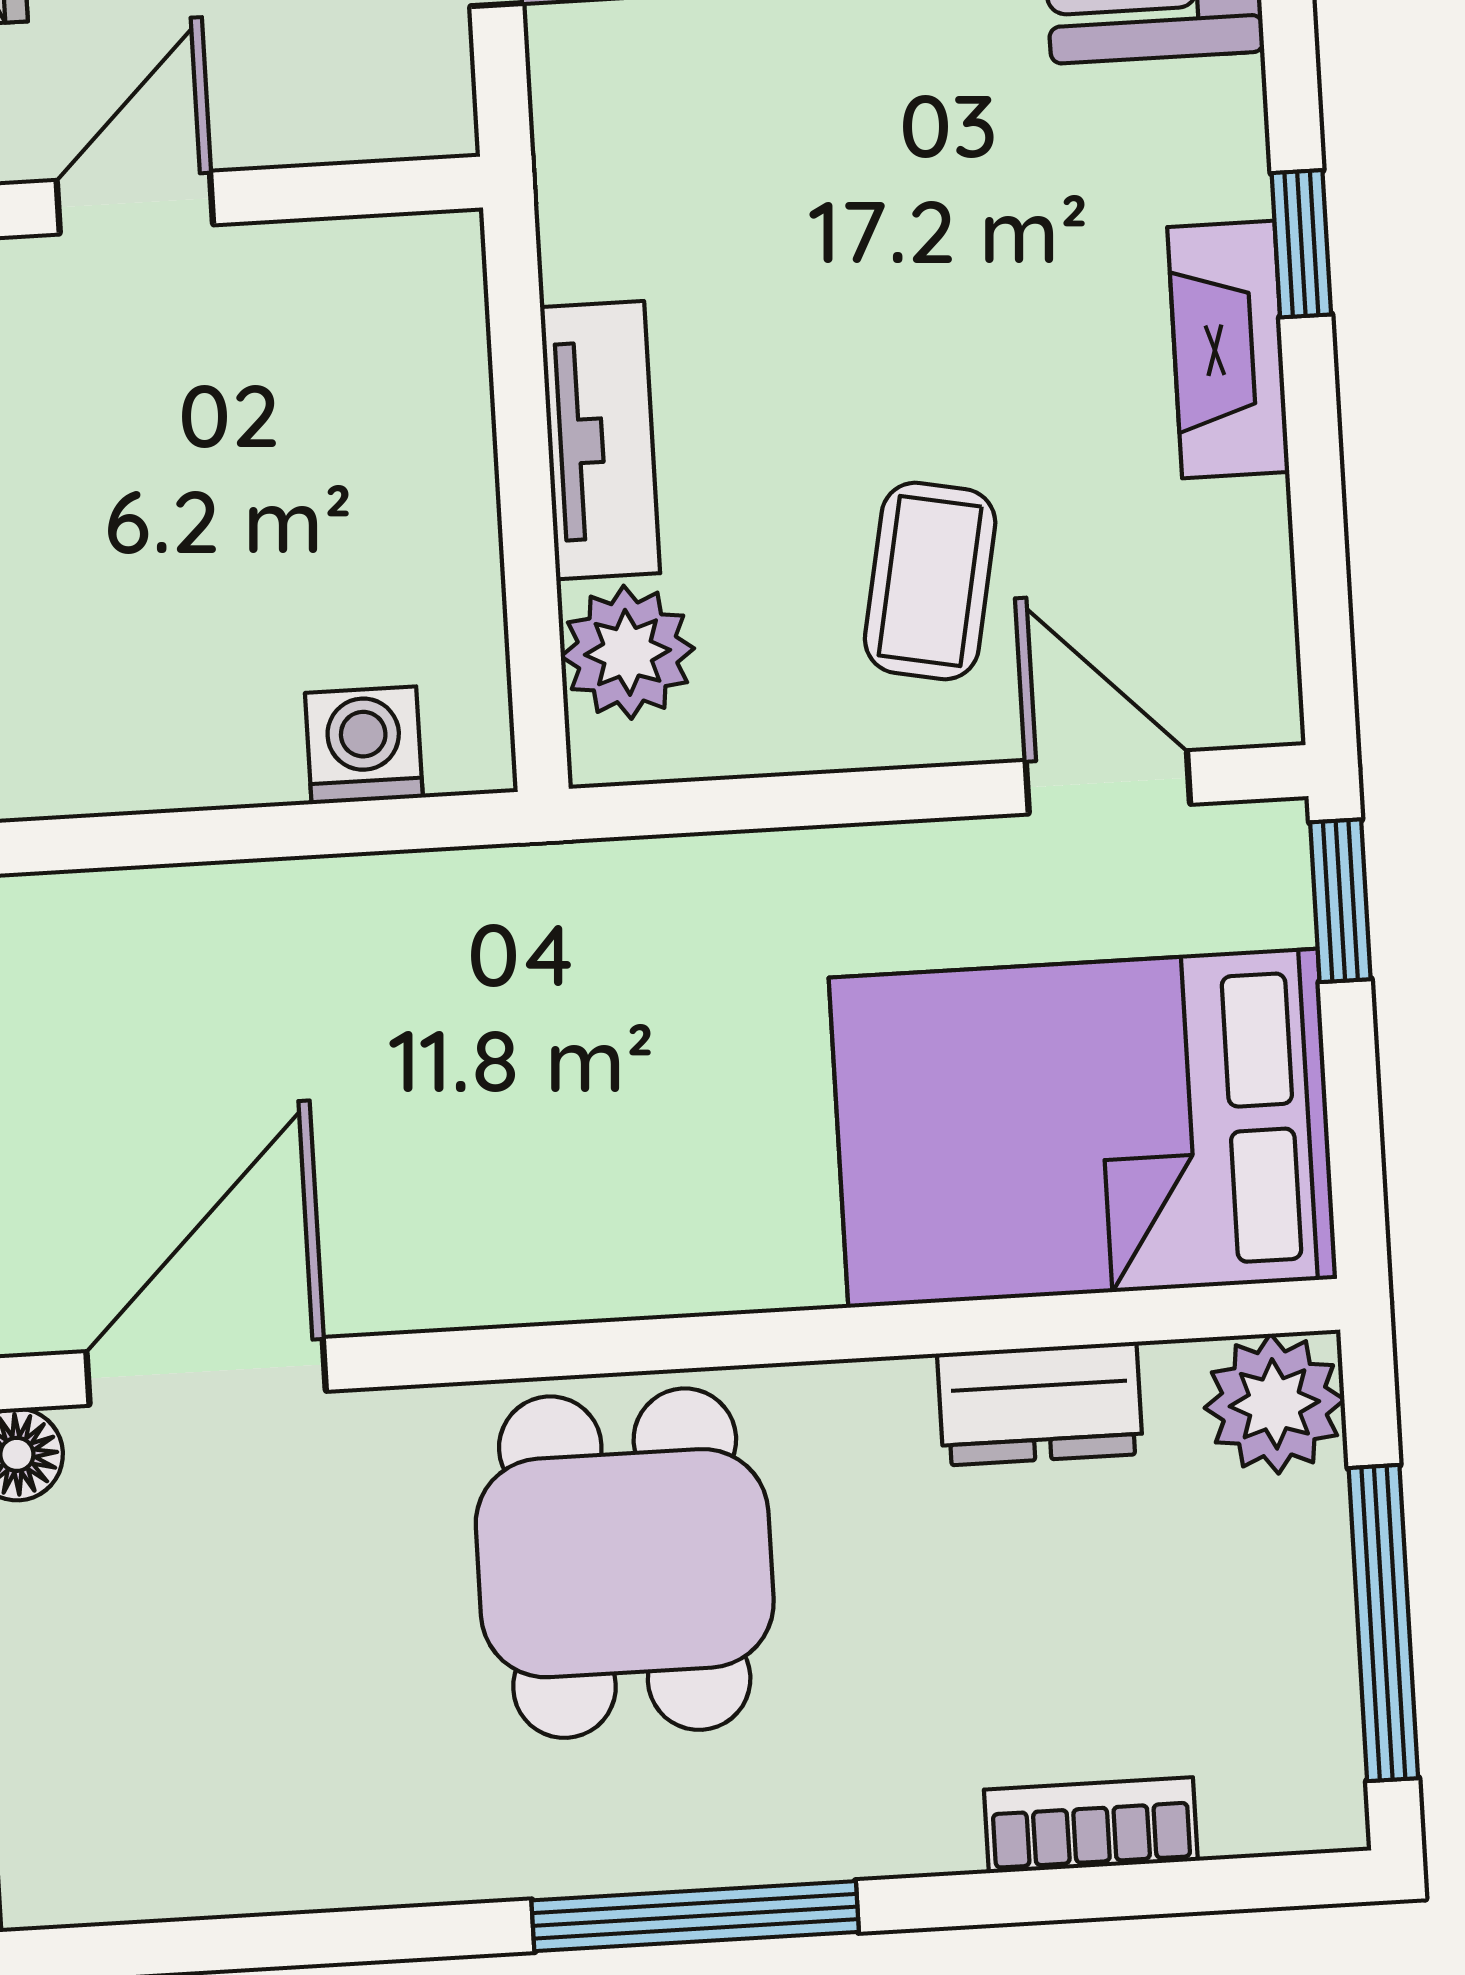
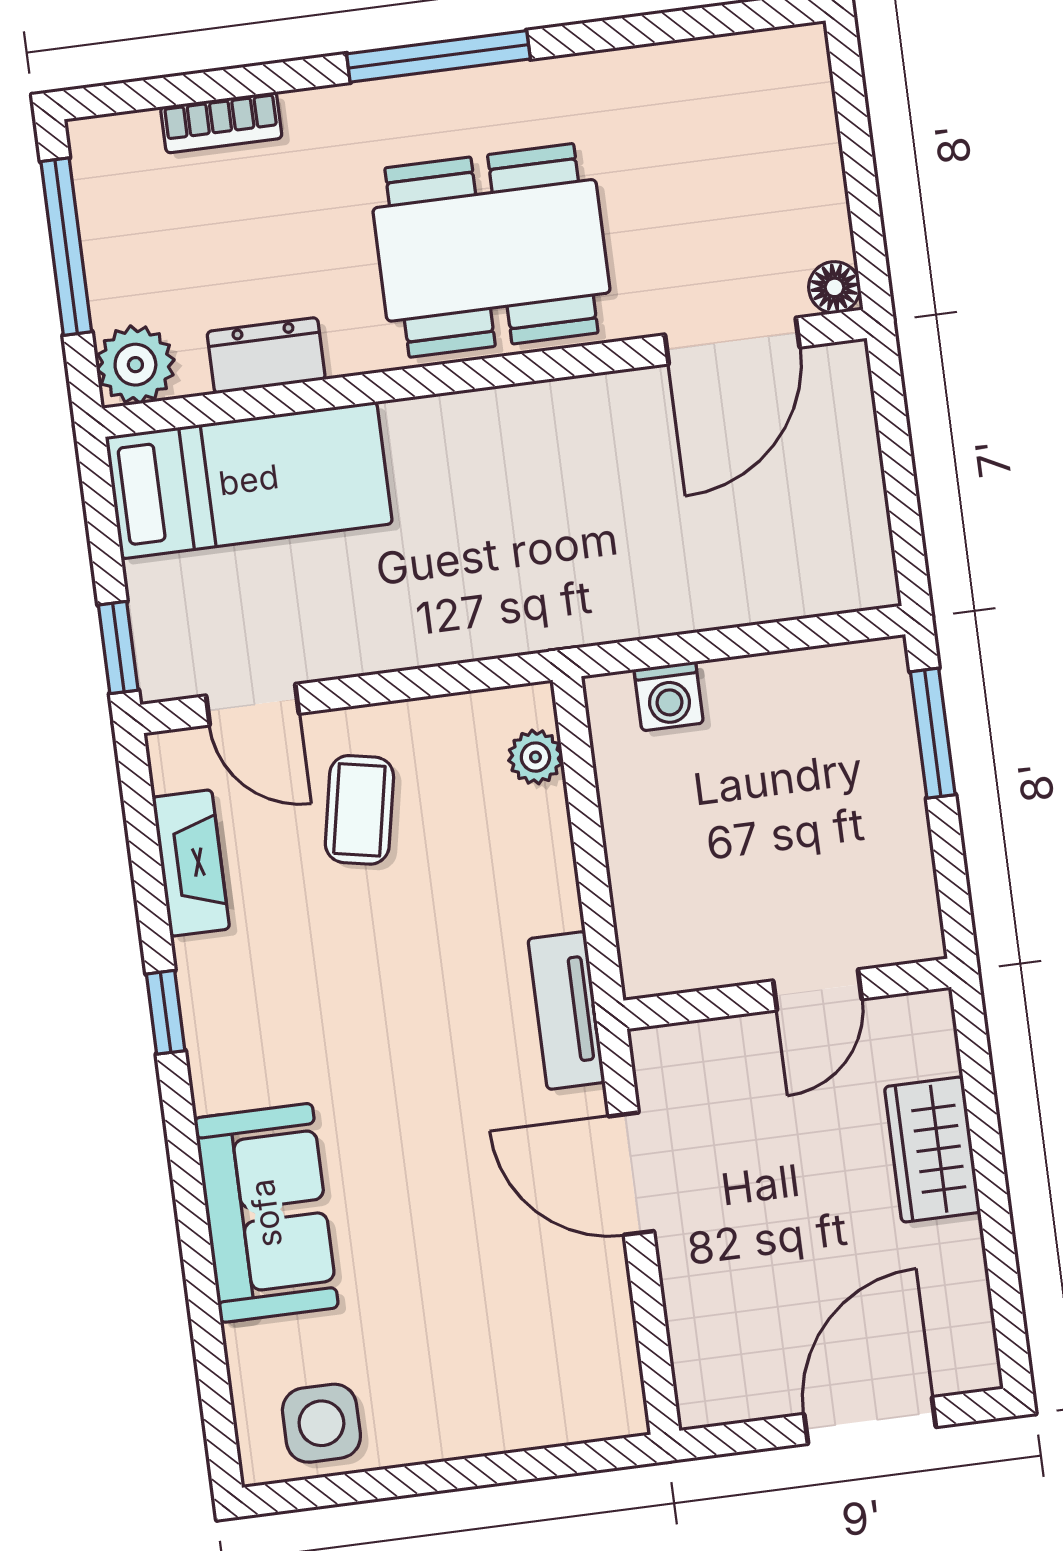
fireplace: (1228, 349) -> (191, 863), moved
tv unit: (600, 440) -> (566, 1011), moved
plant: (628, 652) -> (535, 757), width x0.73, depth x0.73
bed: (1083, 1128) -> (249, 480), width x0.67
dining table: (625, 1563) -> (491, 250), width x1.38

